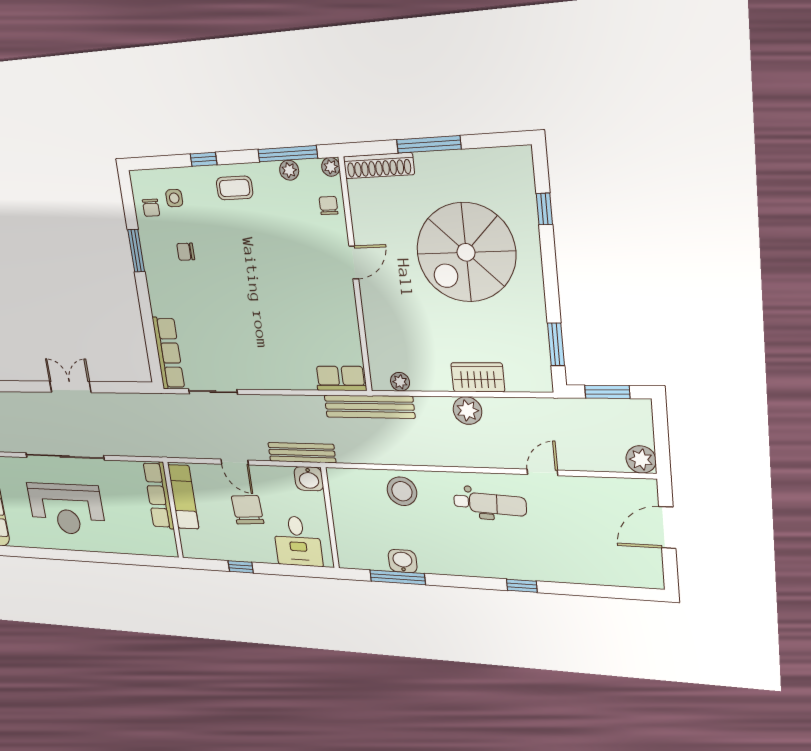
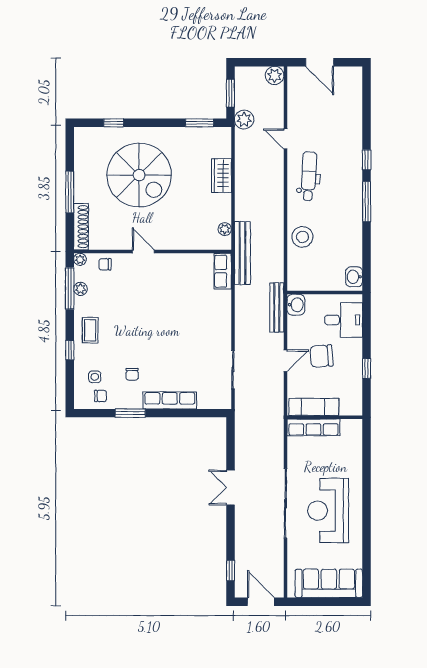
row of seats: (168, 353) -> (170, 400), moved
plant: (467, 411) -> (244, 120), moved
reception desk: (66, 509) -> (328, 511), turned 180
washbasin: (403, 561) -> (354, 277), moved
window: (398, 577) -> (367, 202), moved

